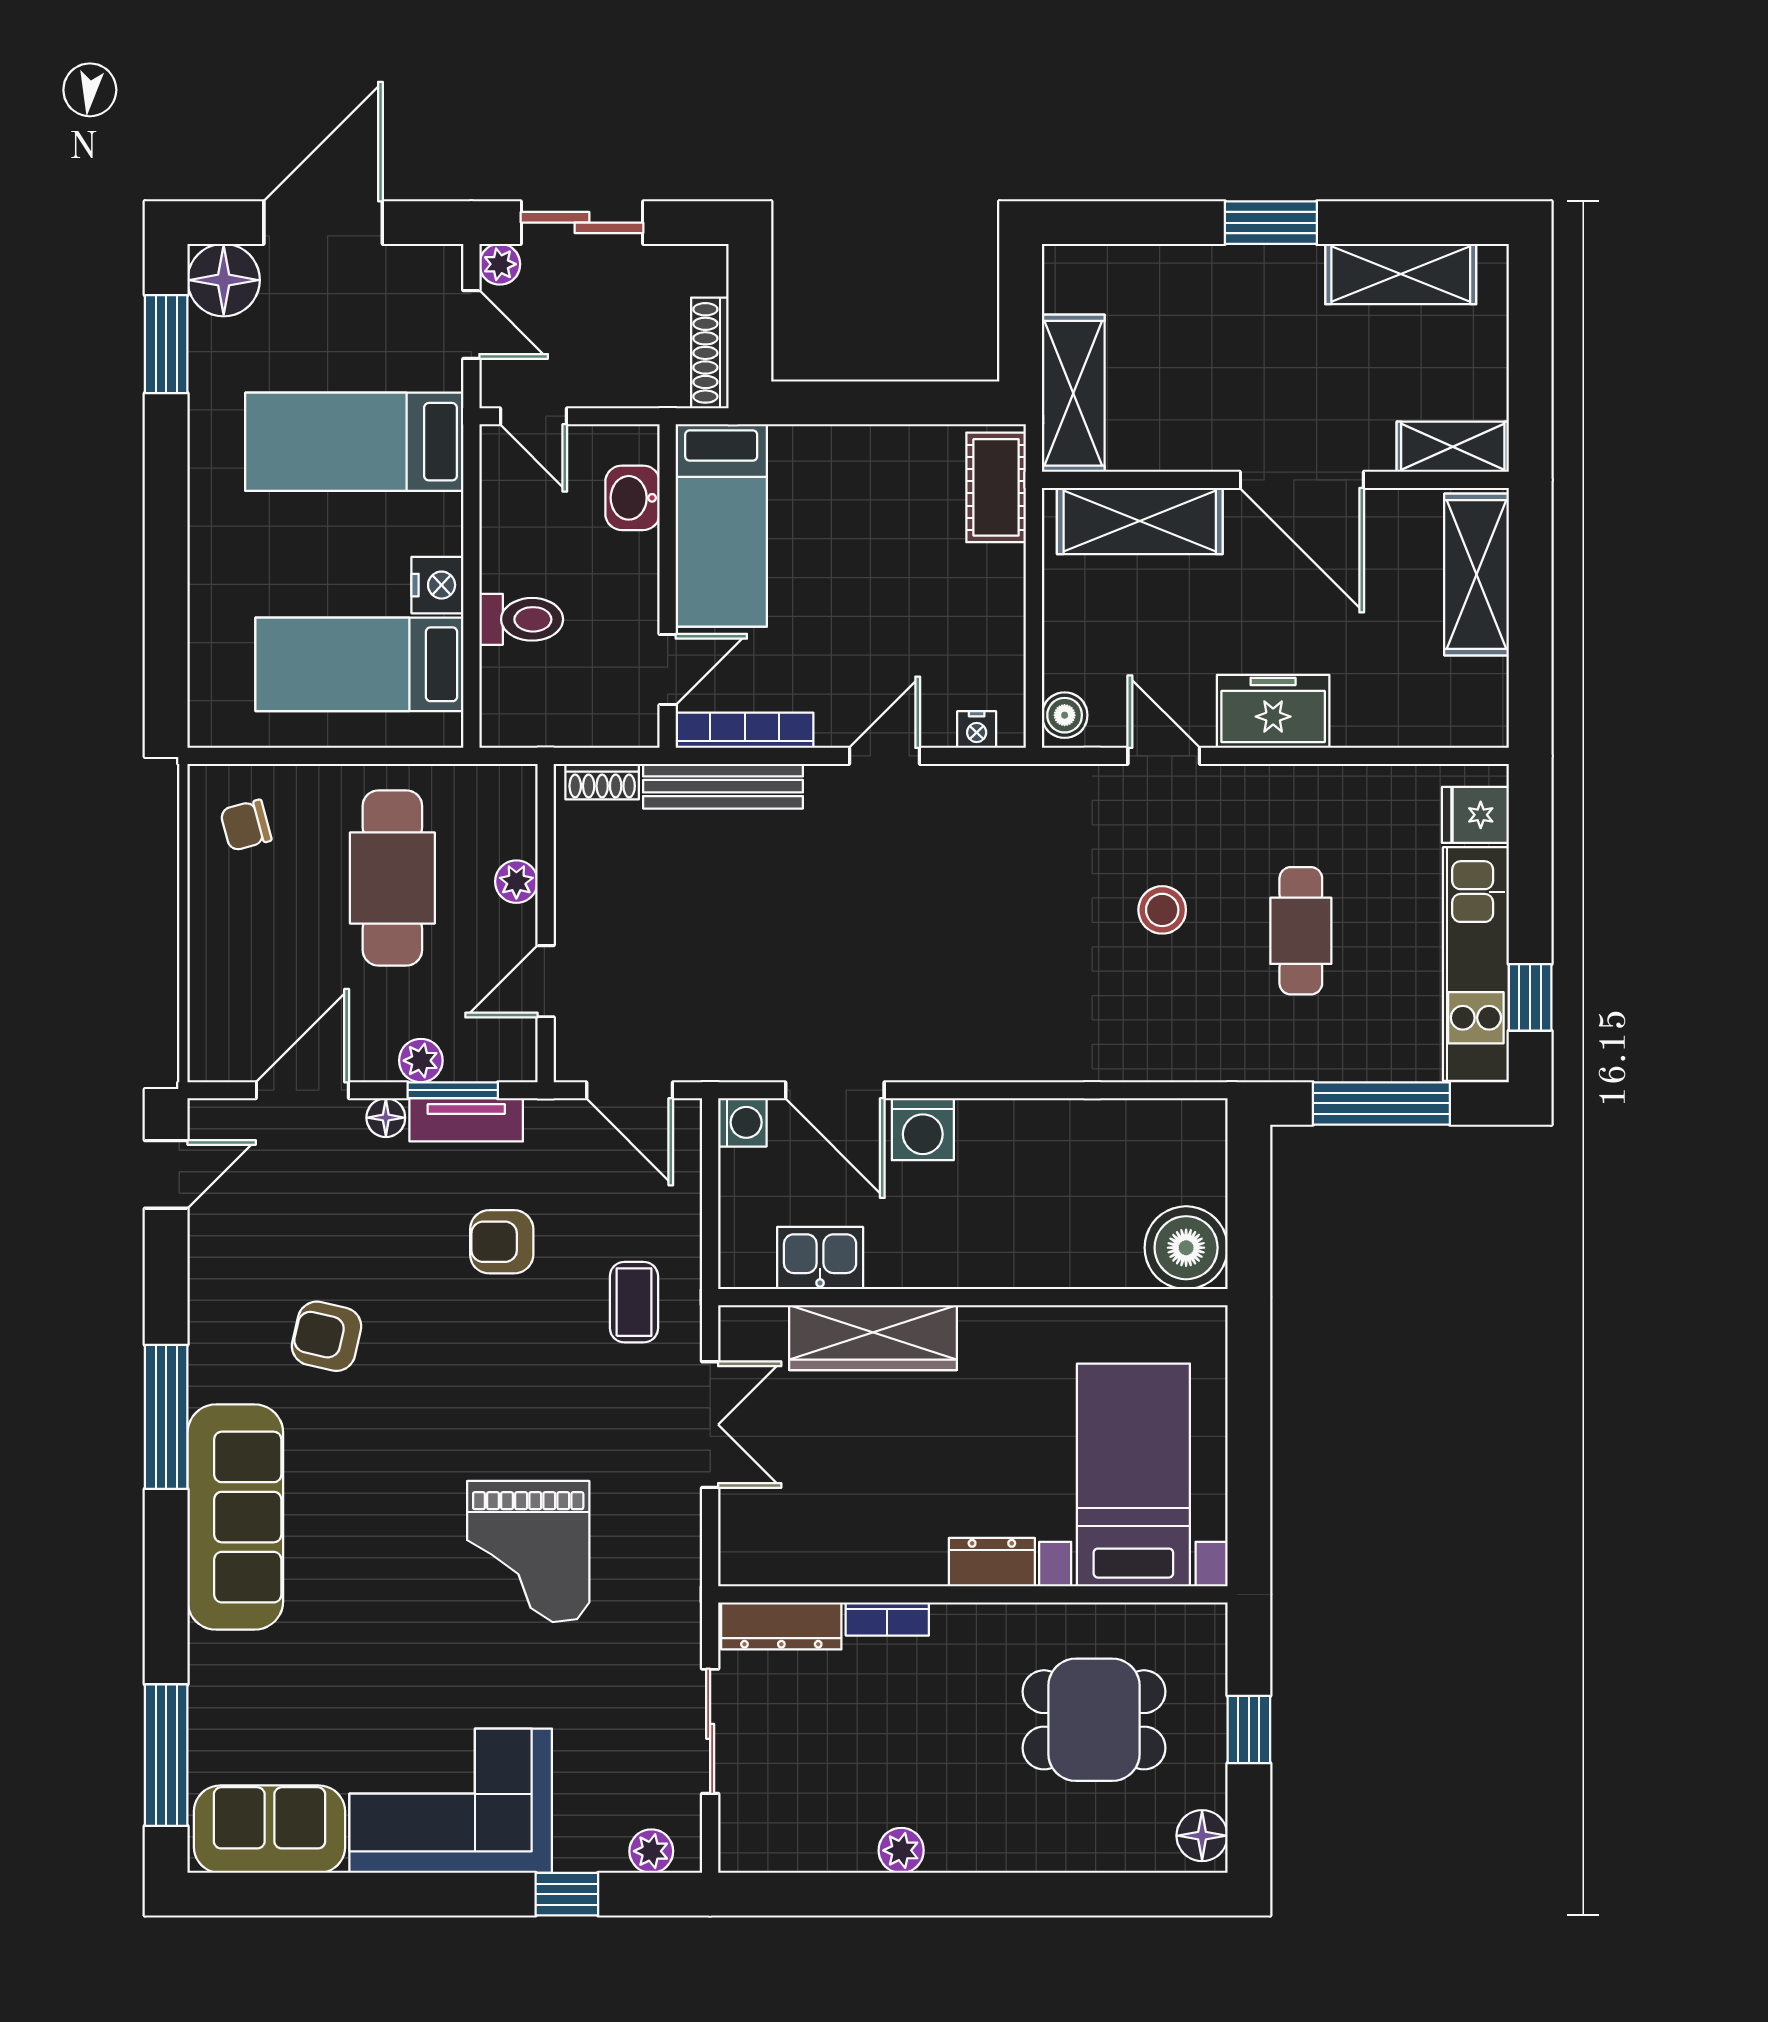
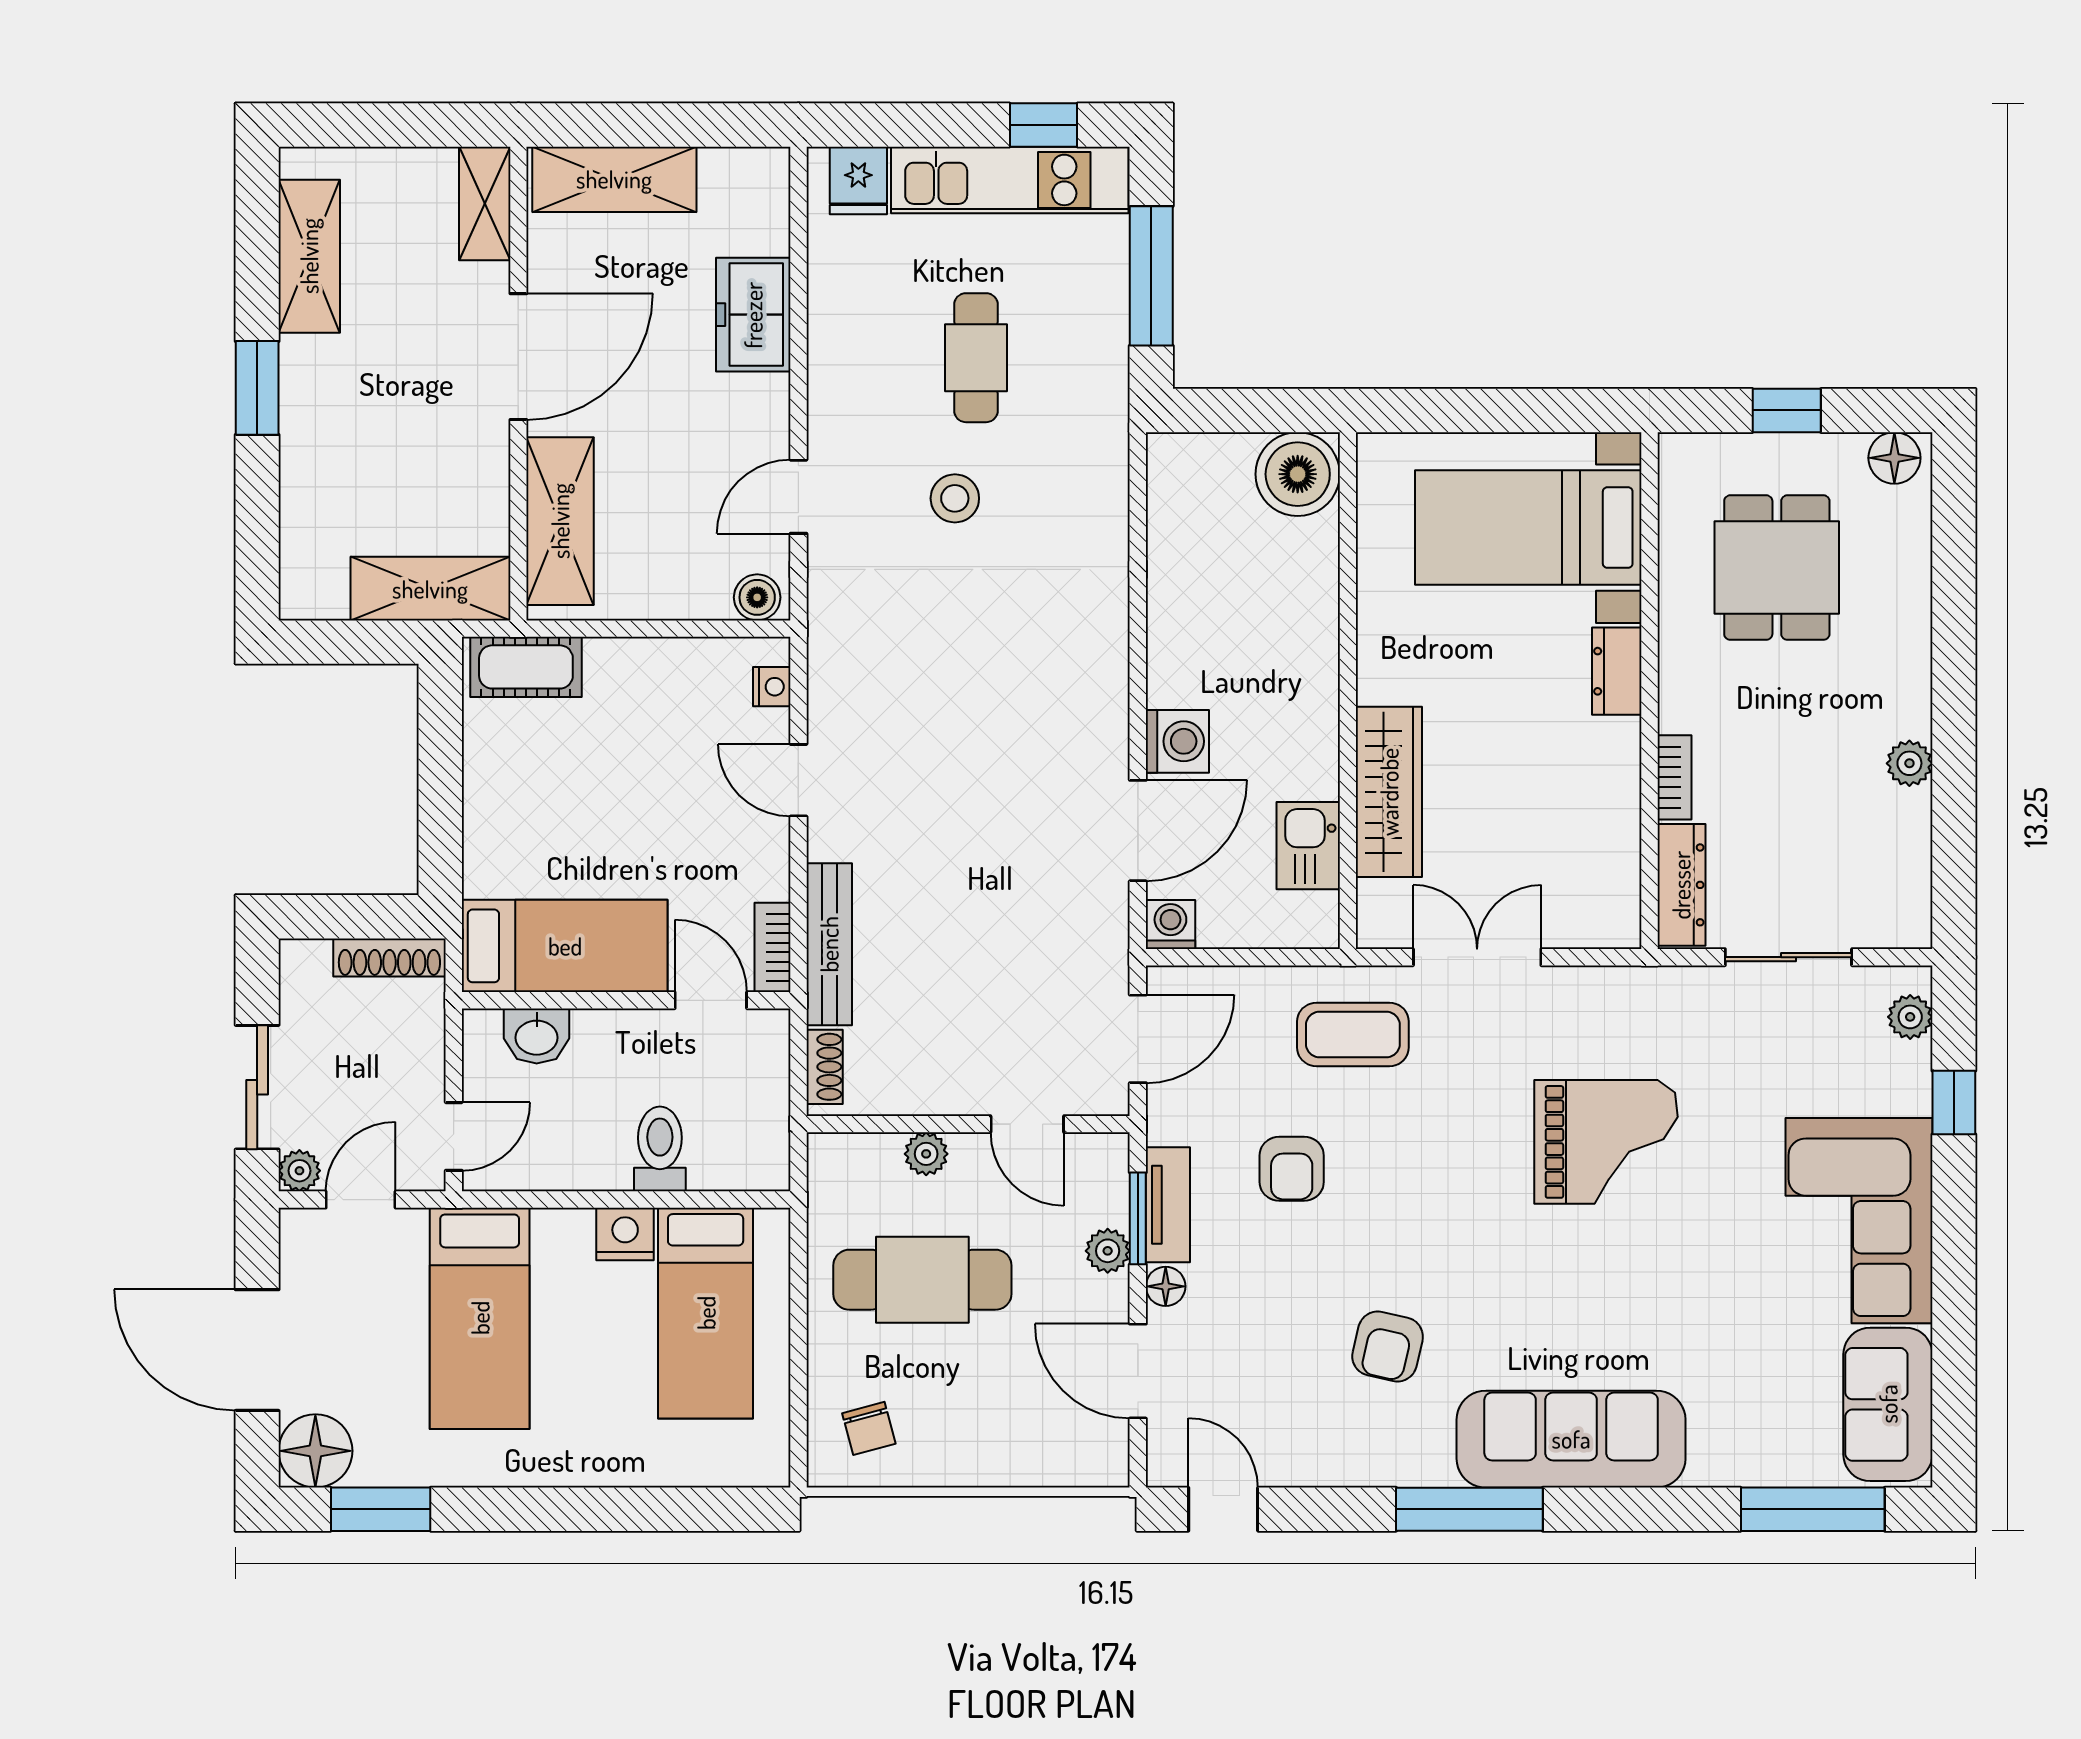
freezer: (1273, 711) -> (753, 315), moved
bookcase: (745, 730) -> (772, 947), width x0.64
cafe table: (1301, 931) -> (976, 358), turned 90
coffee table: (634, 1302) -> (1353, 1034), width x1.36, depth x1.30

